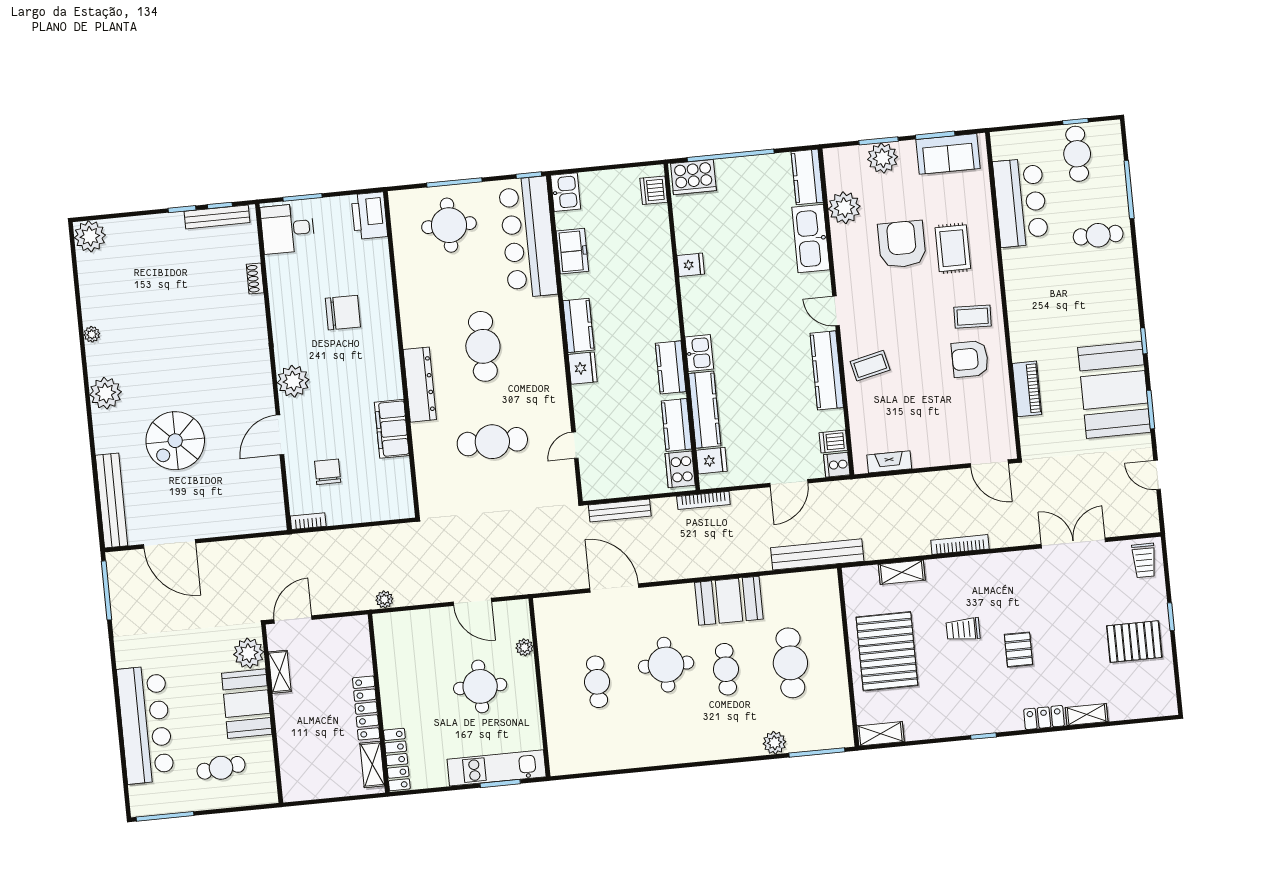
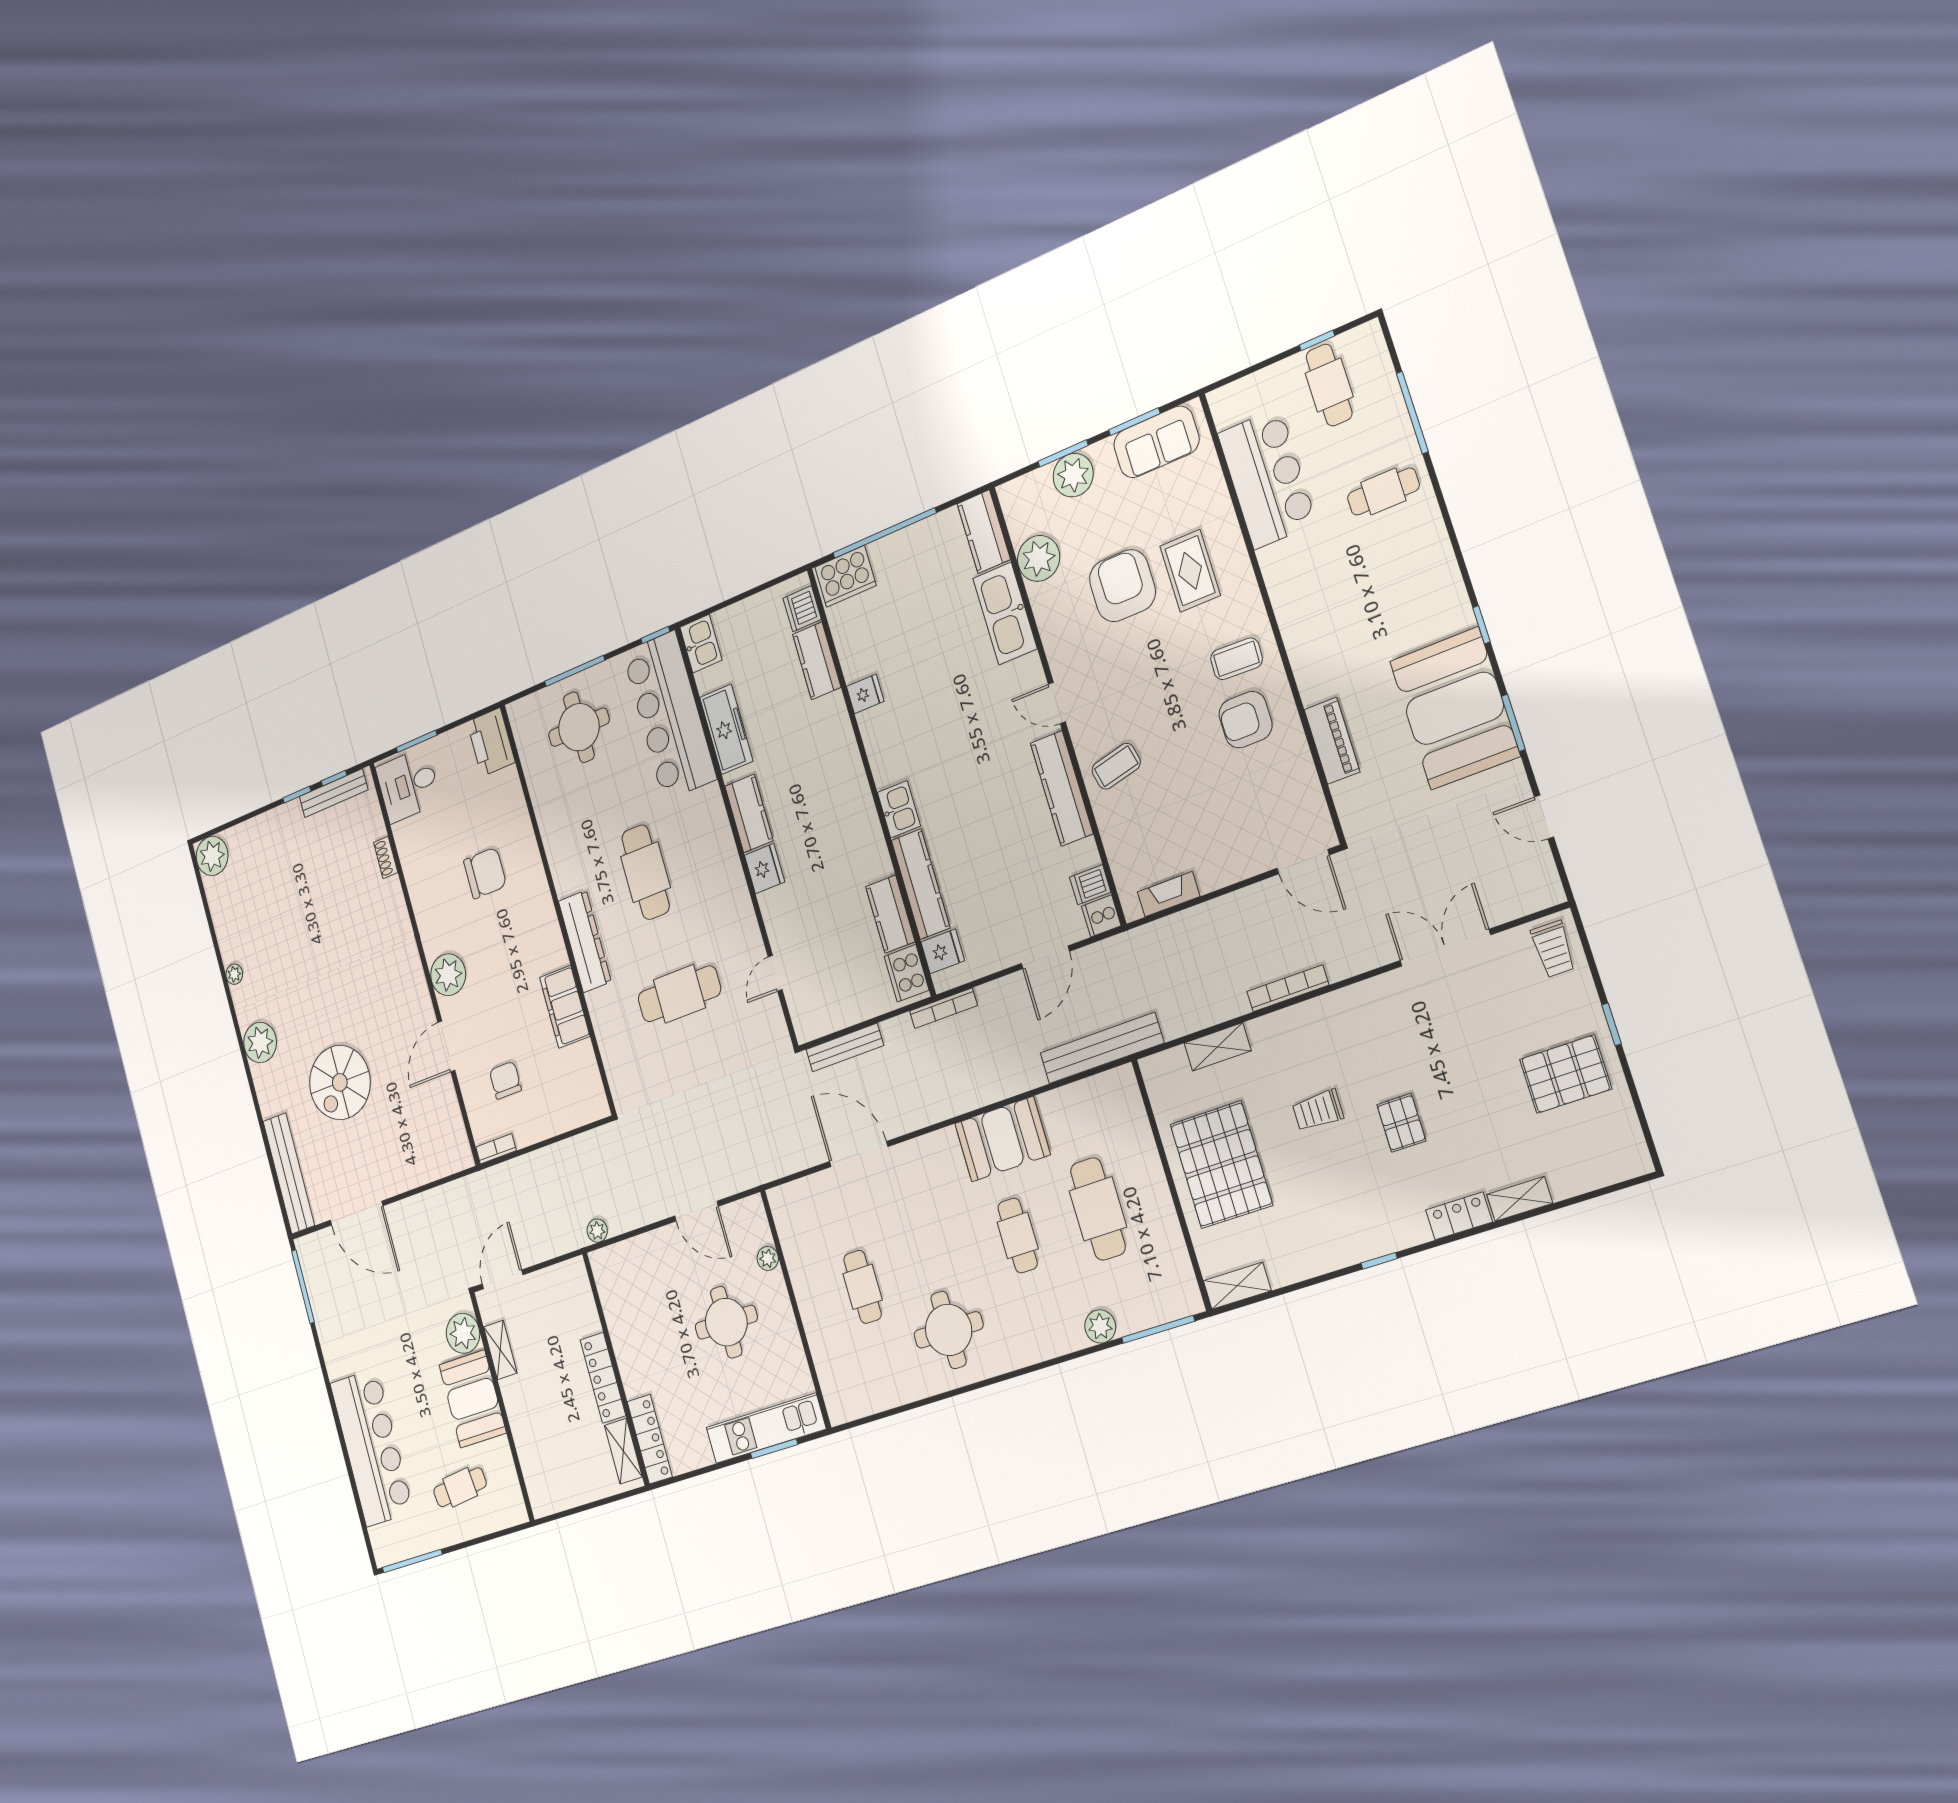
freezer: (572, 251) -> (726, 729), width x1.40
kitchen counter: (671, 367) -> (817, 661), moved
round table: (666, 665) -> (949, 1330), moved

